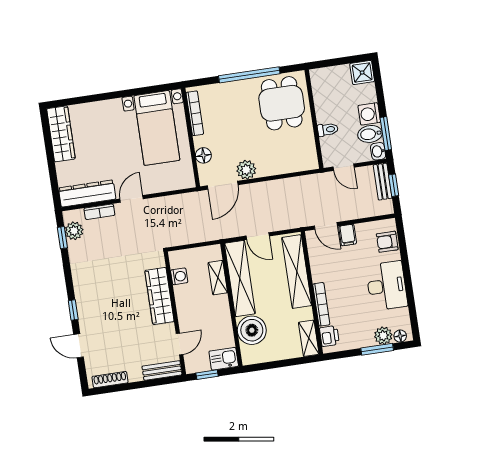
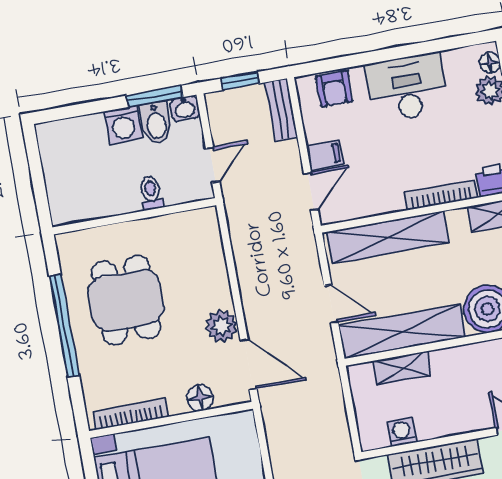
shower: (362, 73) -> (55, 139), removed
dining table: (282, 103) -> (126, 300), moved, turned 90
bench: (383, 182) -> (281, 110), moved, turned 90
door: (258, 236) -> (331, 304), hinge flipped

